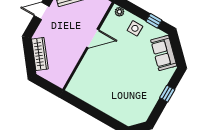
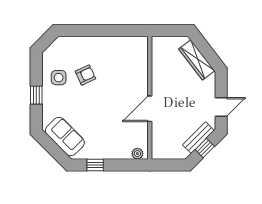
side table: (135, 28) -> (59, 78), moved
armchair: (124, 88) -> (85, 75), added

